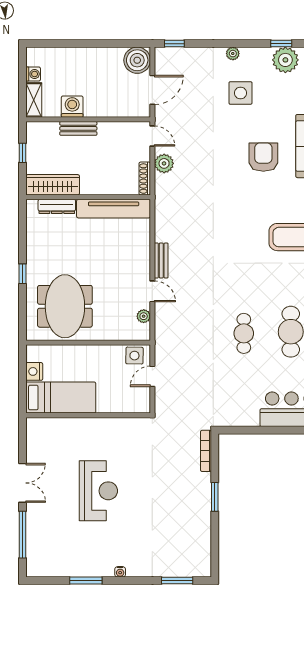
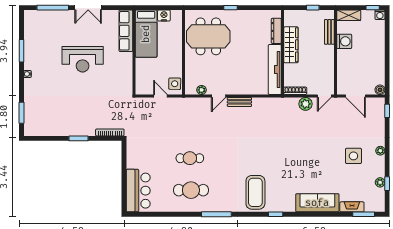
boiler: (137, 60) -> (380, 90), width x0.54, depth x0.54
plant: (285, 60) -> (380, 182), width x0.53, depth x0.53
window: (23, 65) -> (373, 8), added
washing machine: (33, 74) -> (380, 15), moved
bench: (78, 128) -> (329, 32), moved
armchair: (263, 157) -> (310, 172), removed
wardrobe: (53, 185) -> (291, 45), moved
row of seats: (57, 427) -> (126, 31), added

